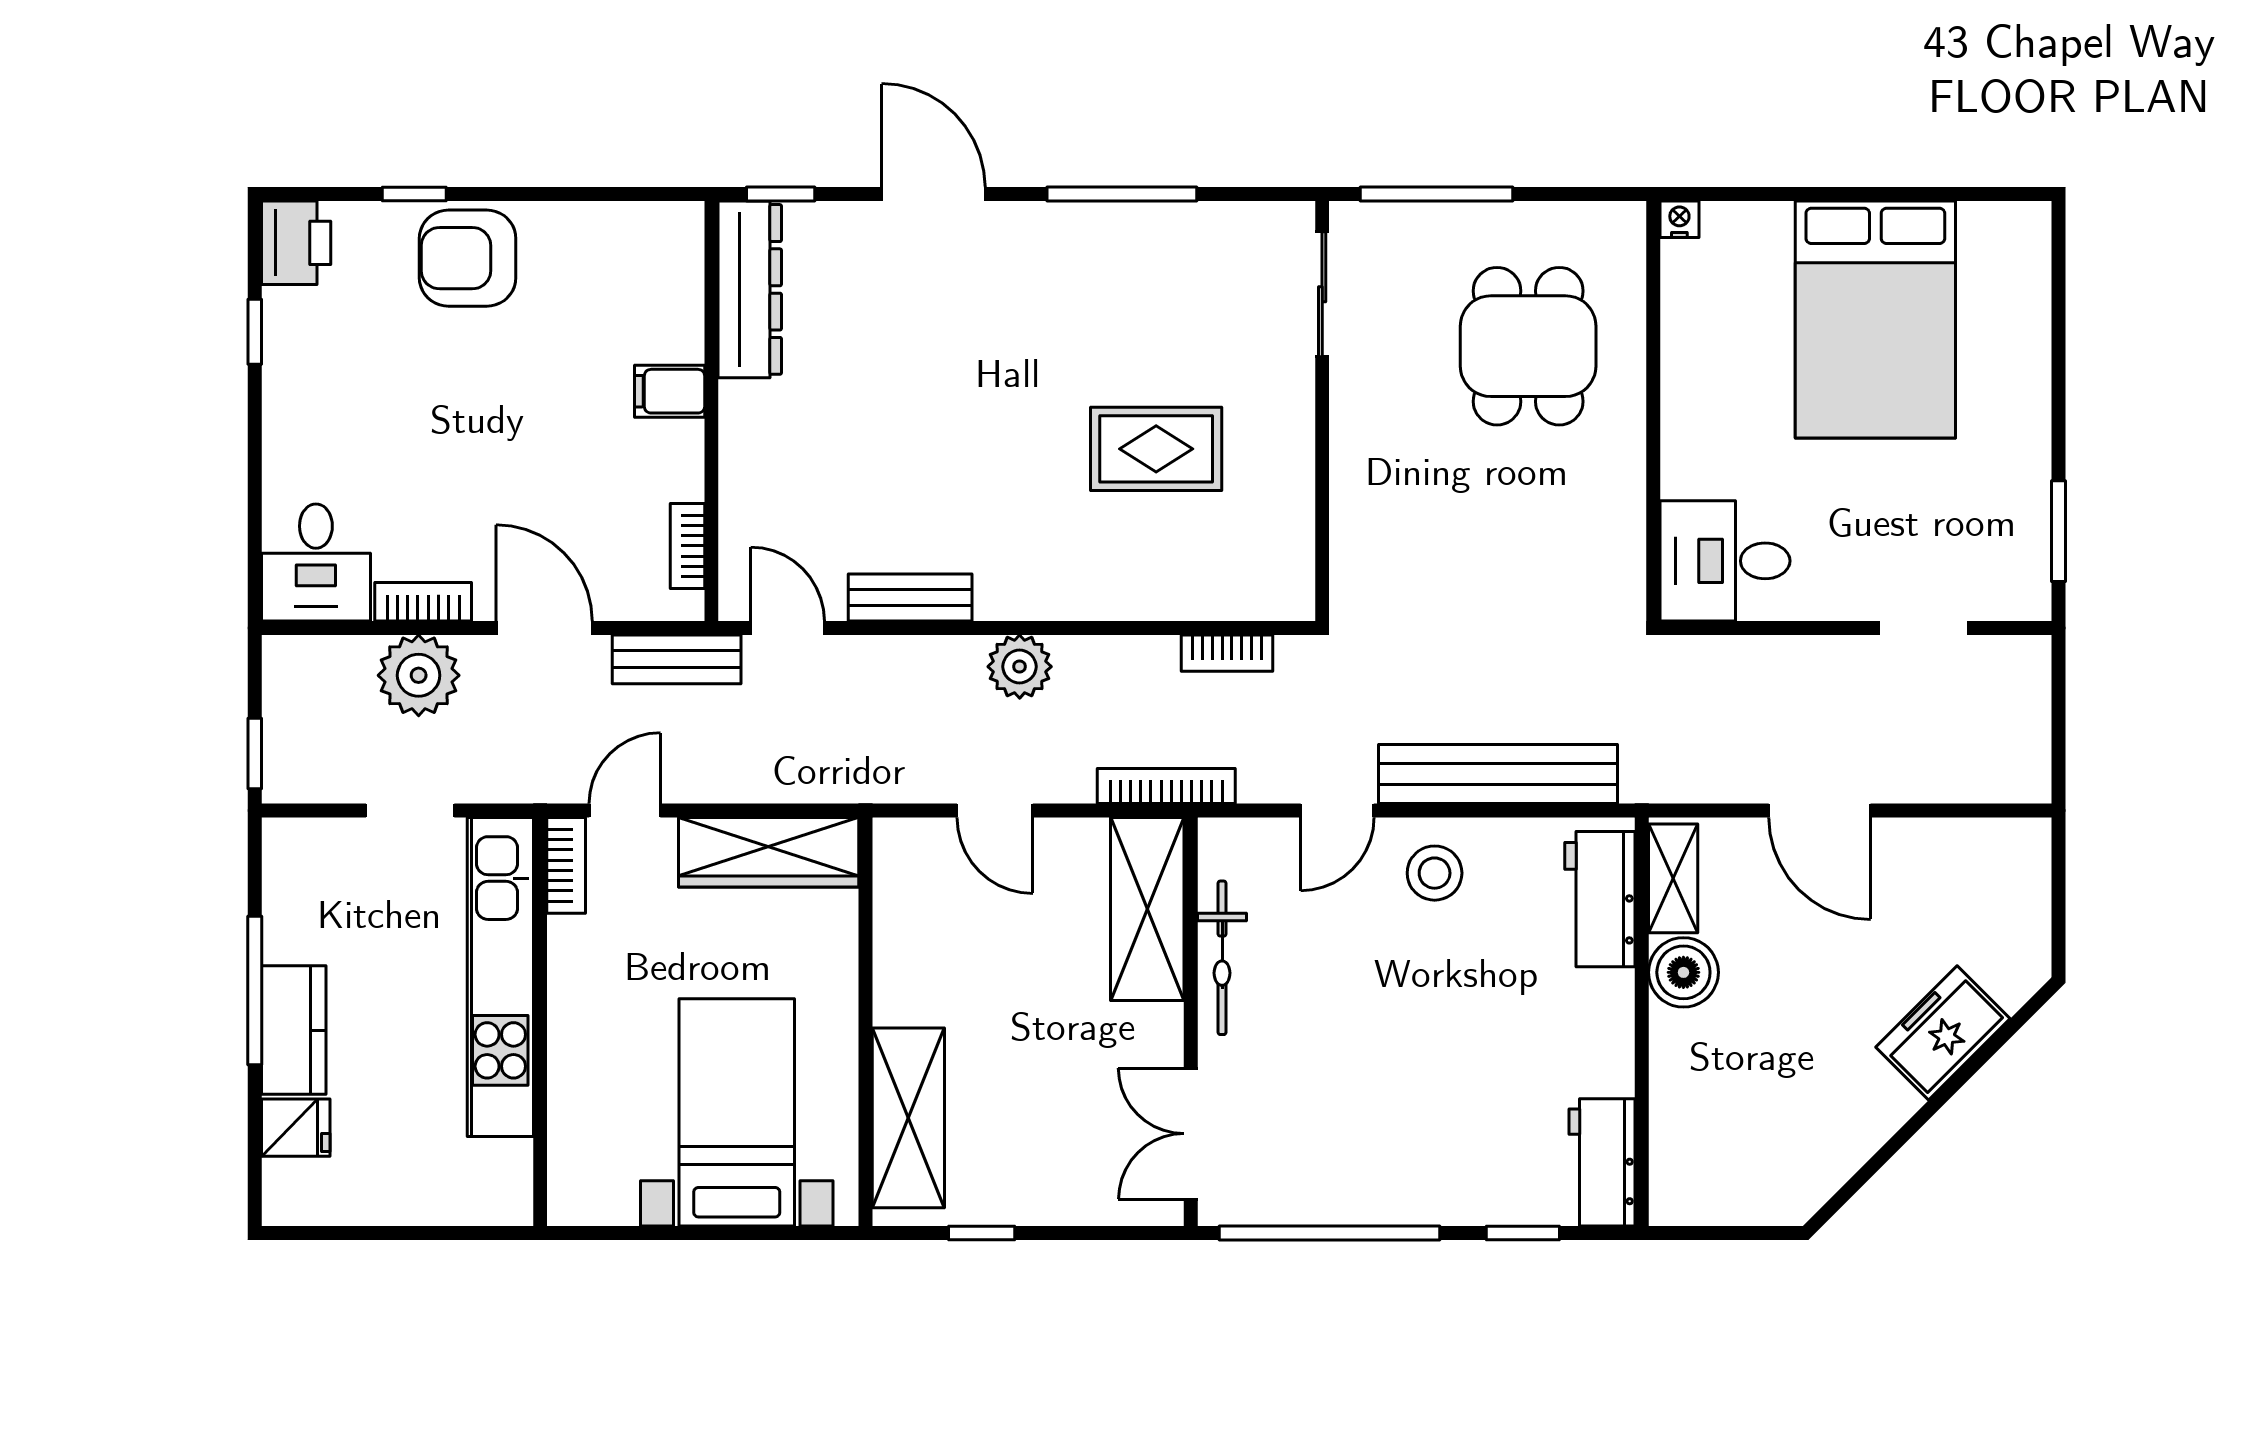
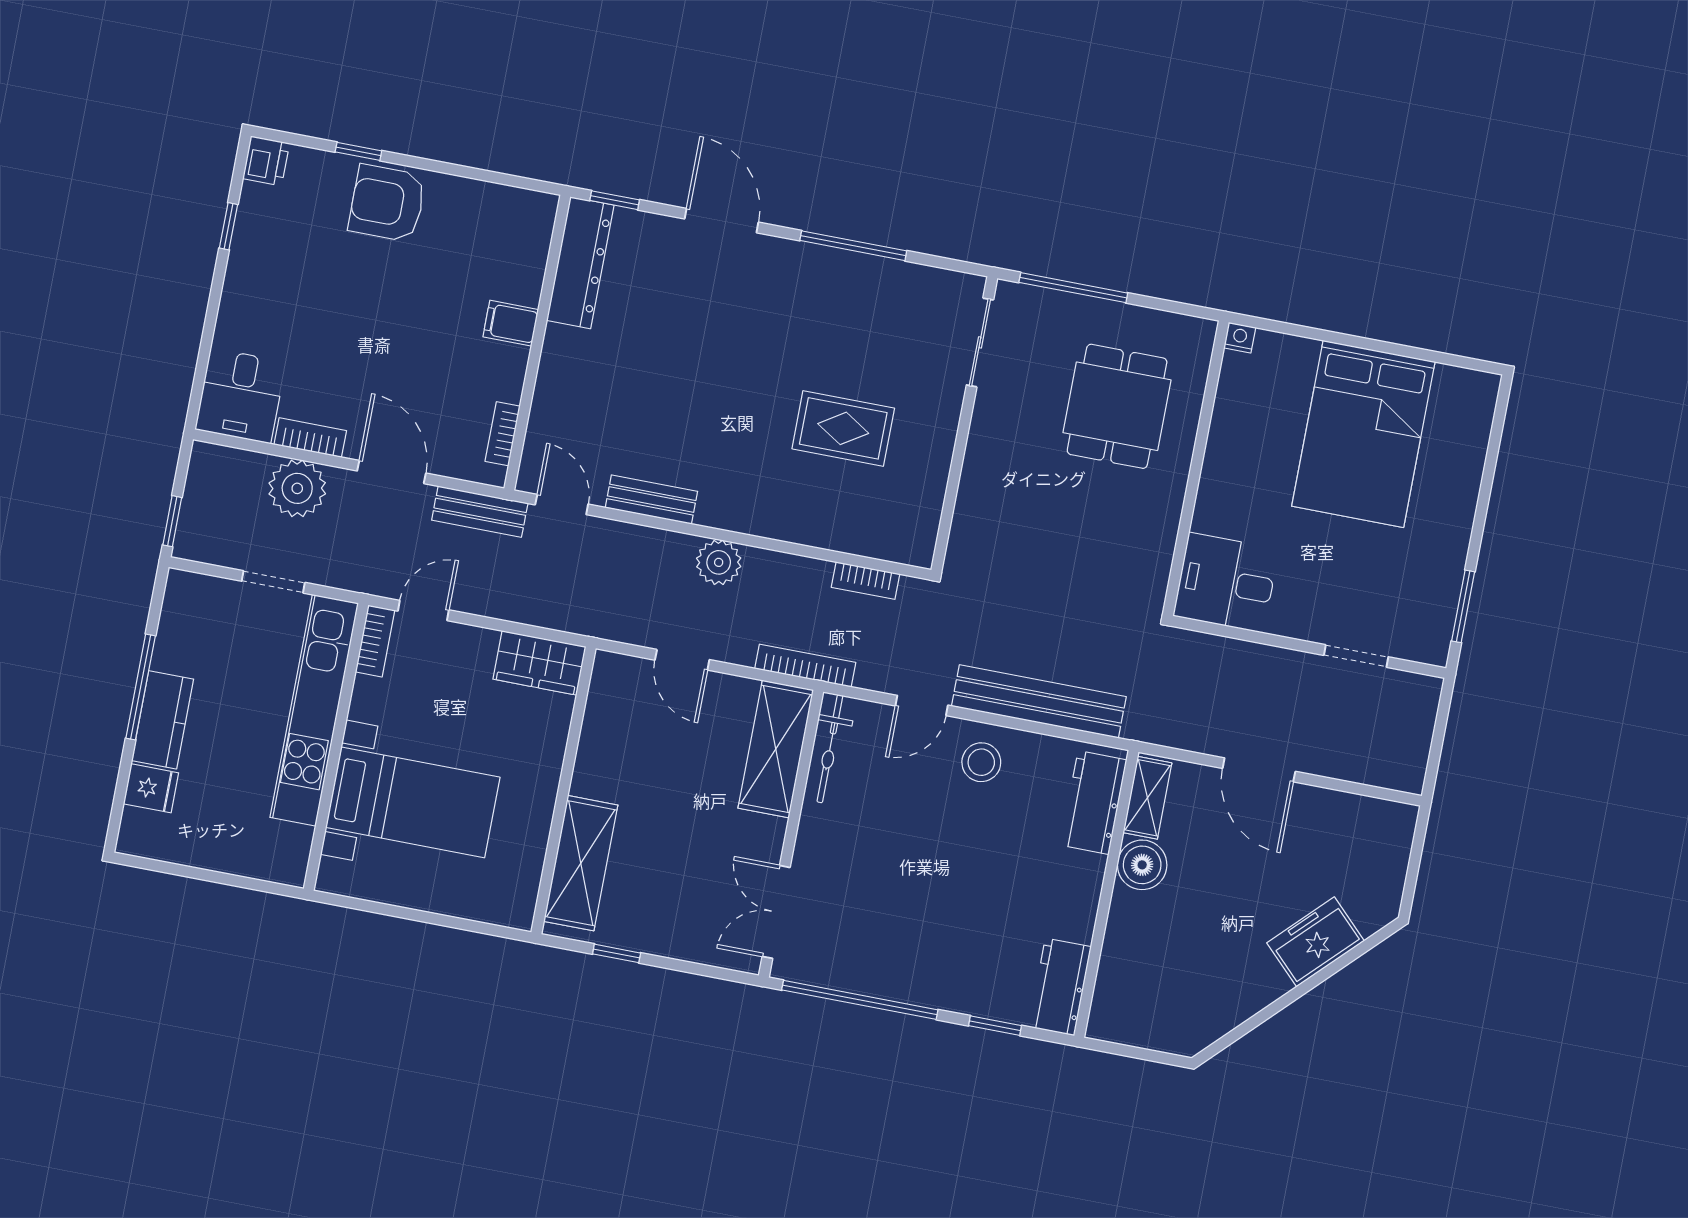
printer: (296, 243) -> (266, 161), width x0.73, depth x0.81
wardrobe: (769, 852) -> (539, 663), width x0.67
bicycle: (1222, 958) -> (830, 749), moved
bed with nightstands: (737, 1112) -> (413, 802), moved, turned 90

